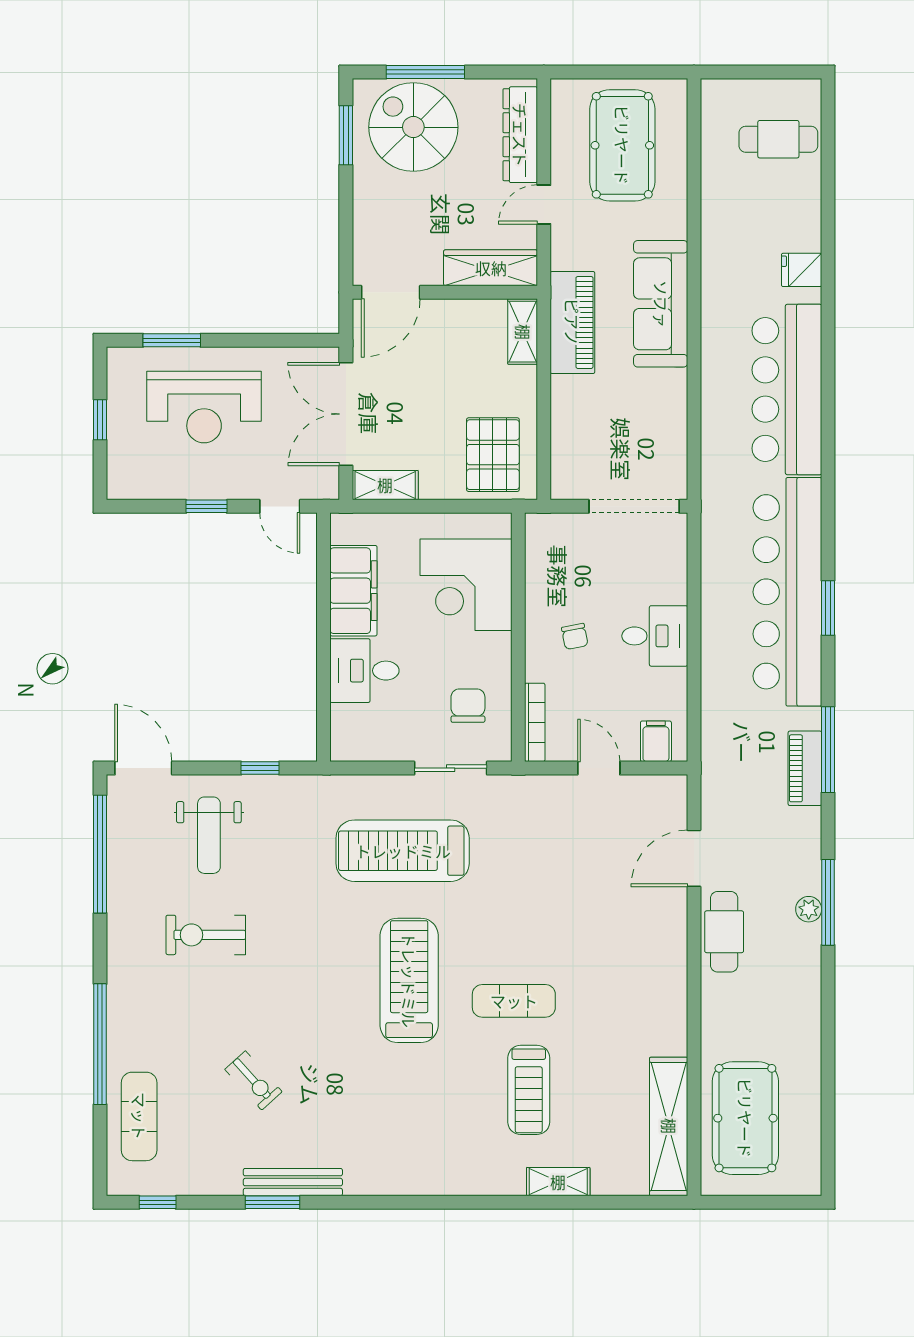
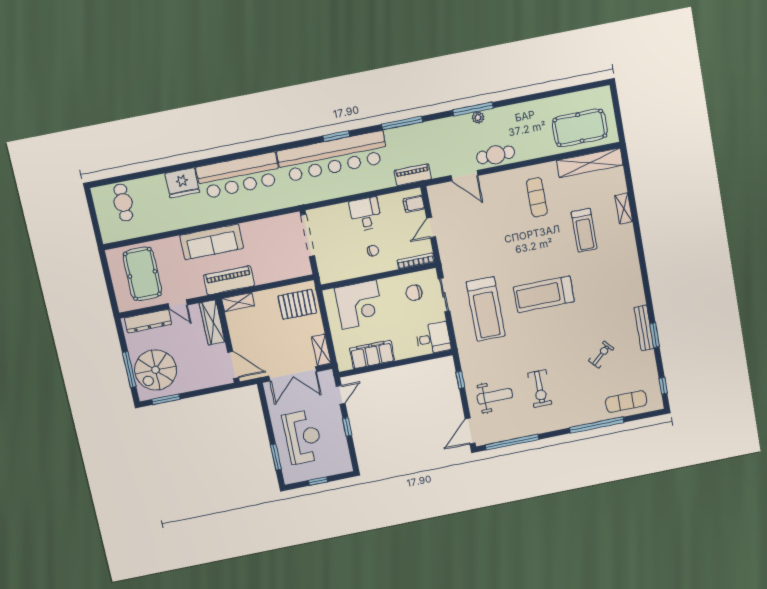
pool table: (622, 145) -> (142, 274), turned 90
fridge: (802, 270) -> (182, 183), width x1.88, depth x1.34
desk: (364, 671) -> (433, 338), moved, turned -90
piano: (805, 768) -> (413, 175), moved, turned 180
exercise mat: (514, 1001) -> (537, 197), moved
treadmill: (529, 1090) -> (584, 230), turned 90

